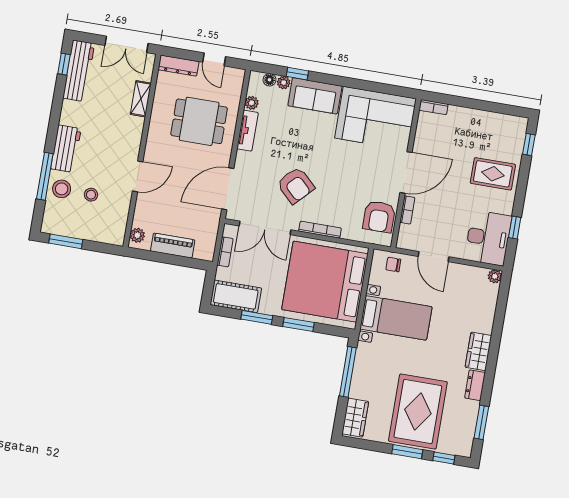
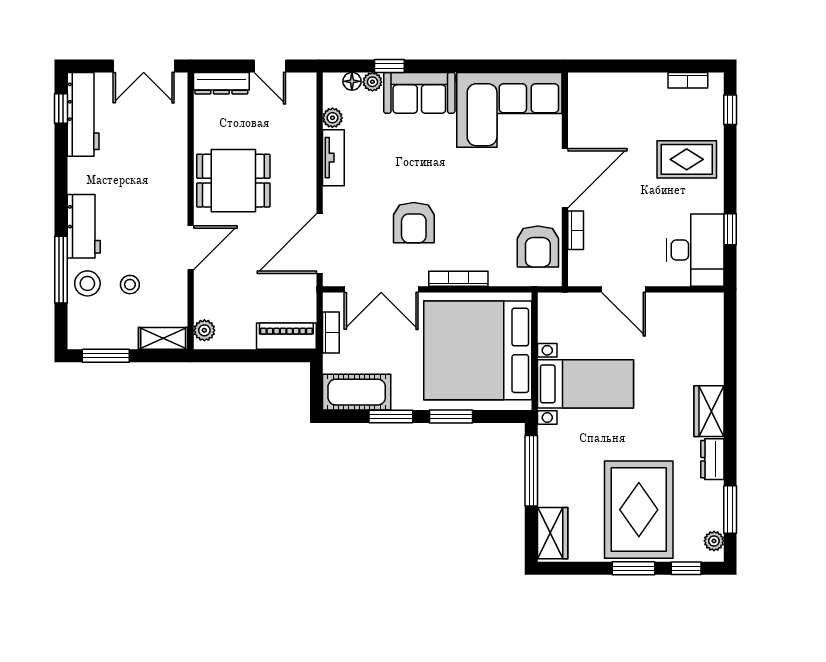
shelving: (141, 99) -> (163, 338), moved, turned 90
bookcase: (433, 107) -> (688, 80), moved
dining table: (199, 121) -> (233, 181), moved
armchair: (296, 185) -> (414, 223), turned 46
piano: (173, 246) -> (286, 336), moved
chair: (393, 265) -> (569, 310), removed
plant: (495, 276) -> (714, 541), moved

